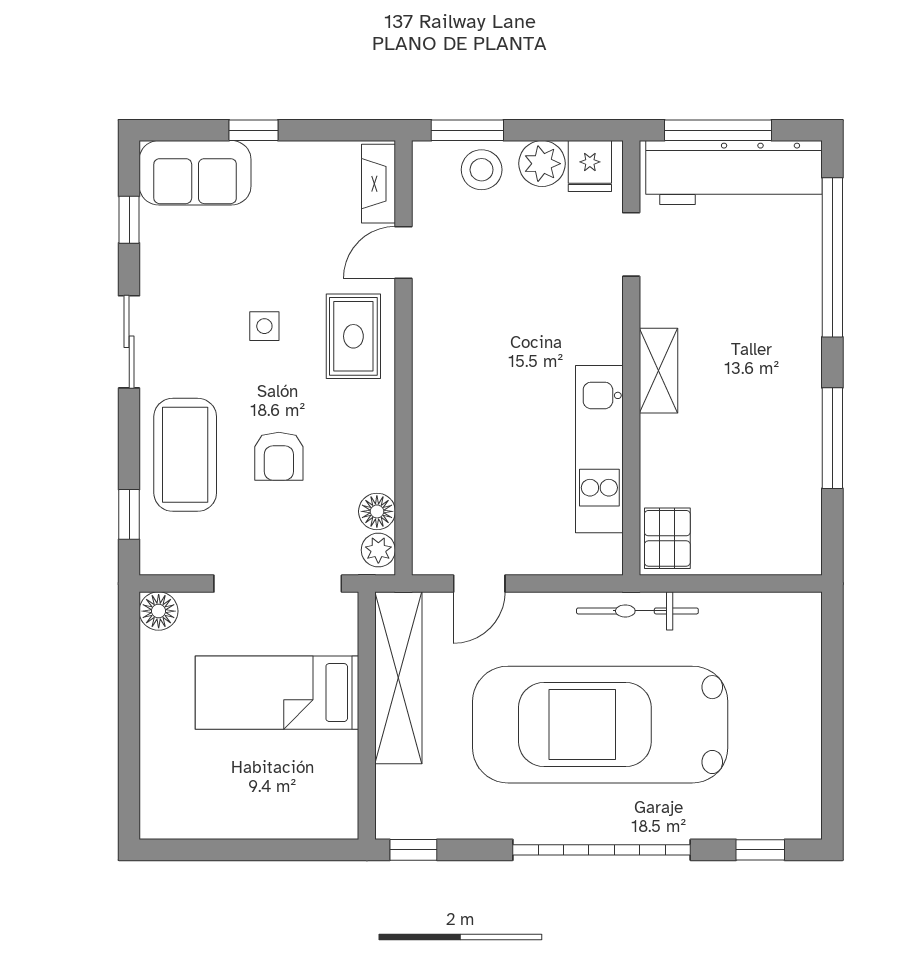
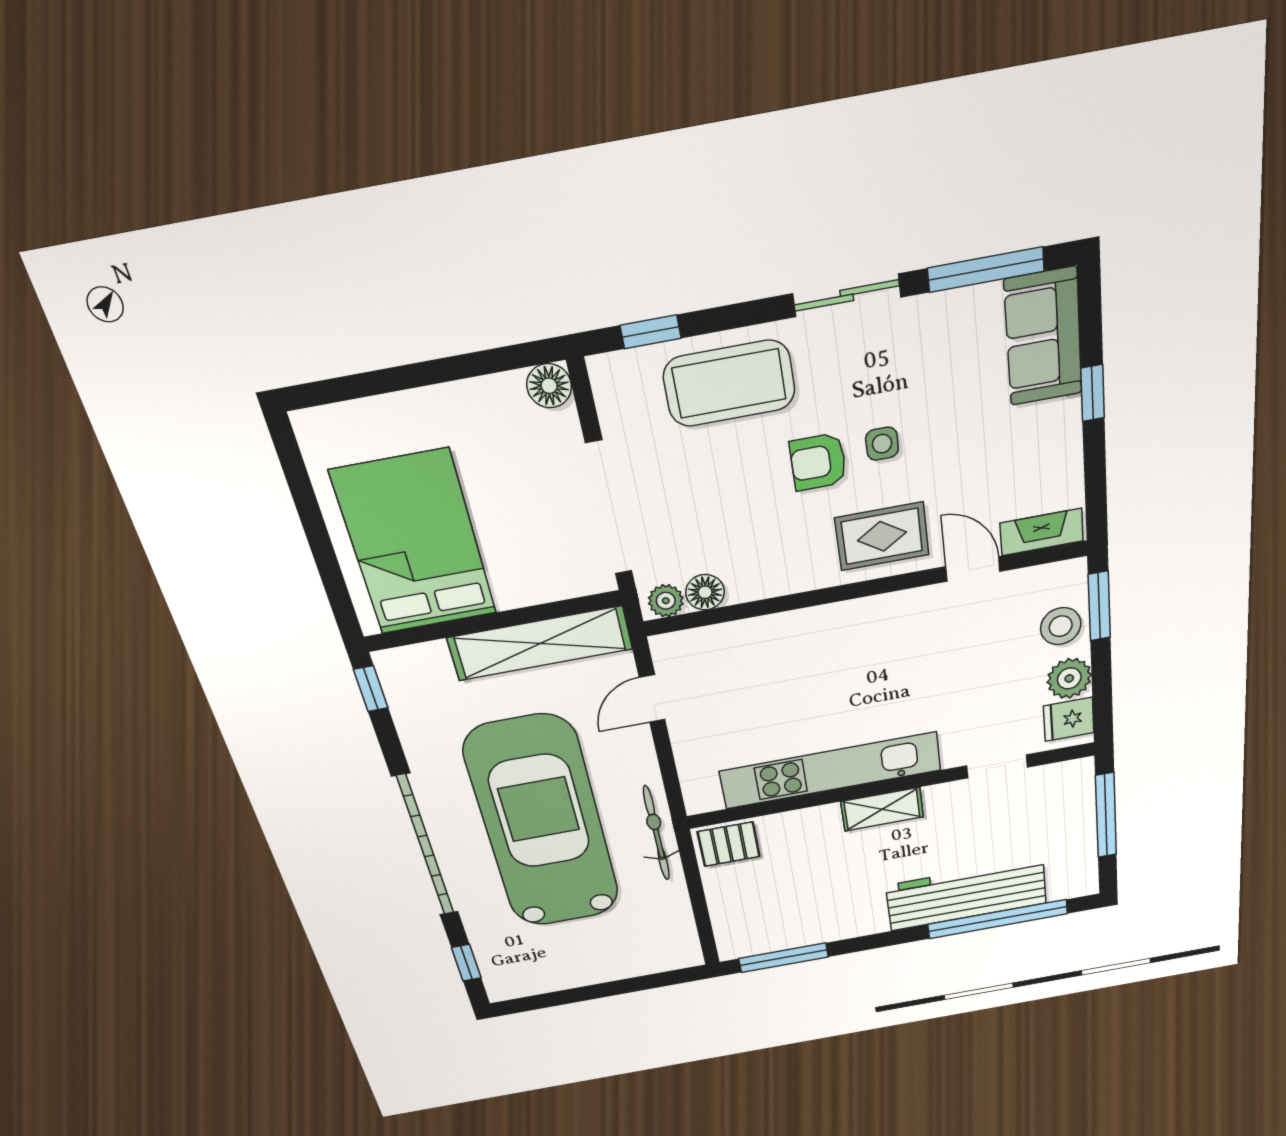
workbench: (734, 173) -> (966, 894), moved, turned 90
window: (129, 220) -> (986, 270), width x2.17
window: (832, 438) -> (784, 958), moved
kitchen unit: (599, 449) -> (830, 771), width x1.36
armchair: (279, 456) -> (818, 462), moved
door: (479, 584) -> (652, 699), hinge flipped
bed: (277, 693) -> (415, 543), moved, width x1.50

